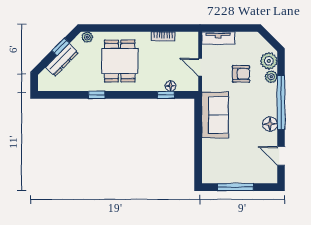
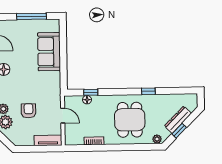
armchair: (241, 74) -> (29, 111), turned 90
sofa: (215, 115) -> (49, 52), moved

